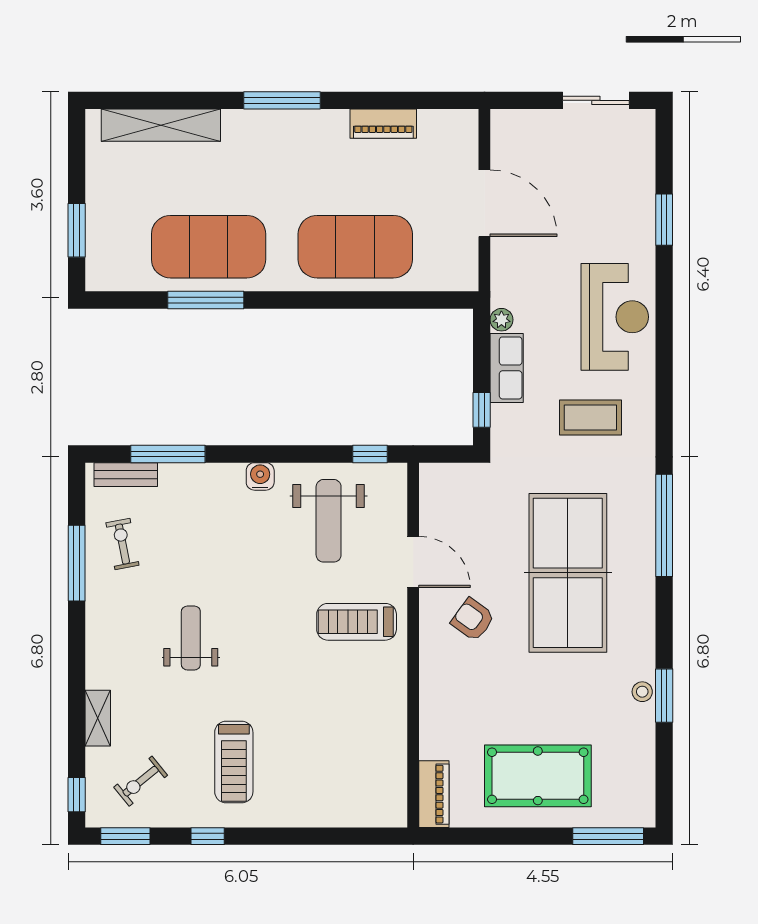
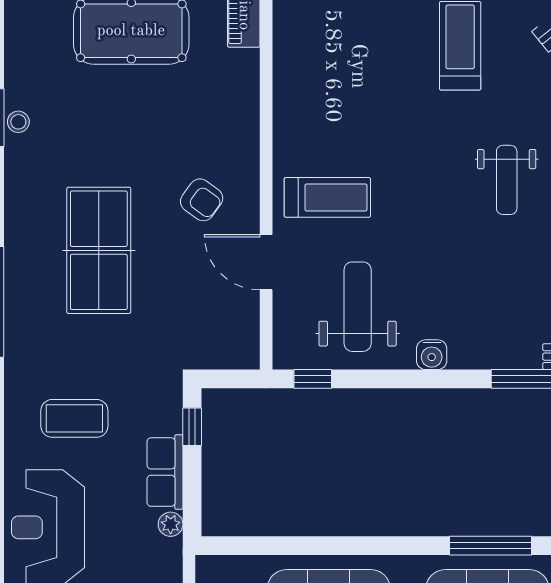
table tennis table: (568, 573) -> (99, 250), width x0.73, depth x0.76

